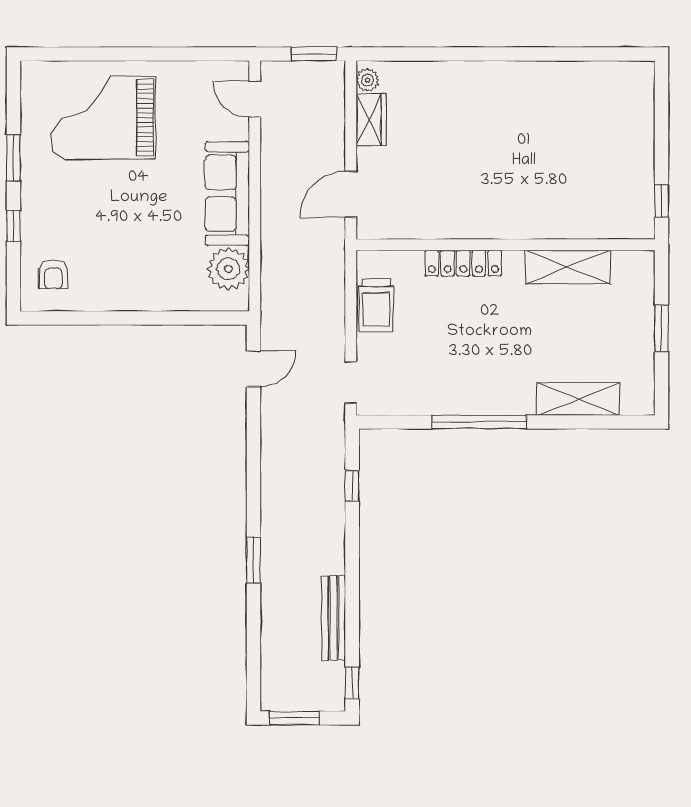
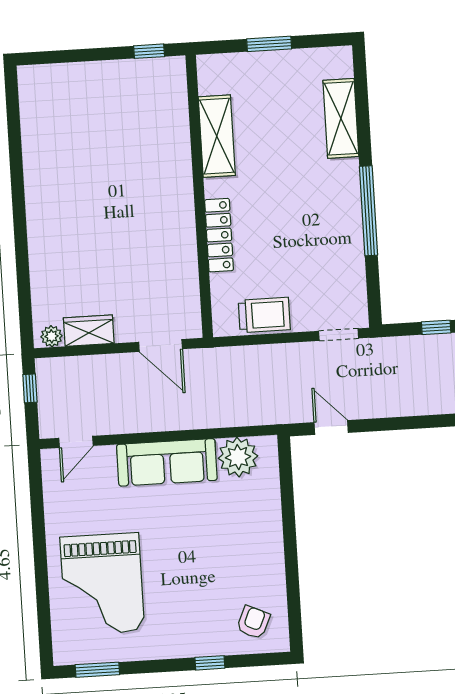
window: (314, 54) -> (30, 388), width x0.67
window: (13, 158) -> (97, 670), moved
armchair: (53, 274) -> (253, 622), turned -66

